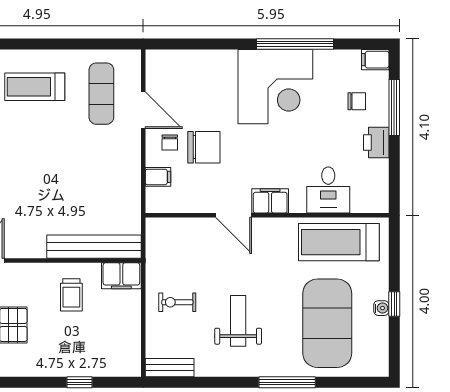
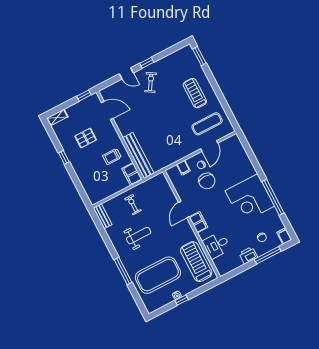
window: (80, 382) -> (64, 157), moved

